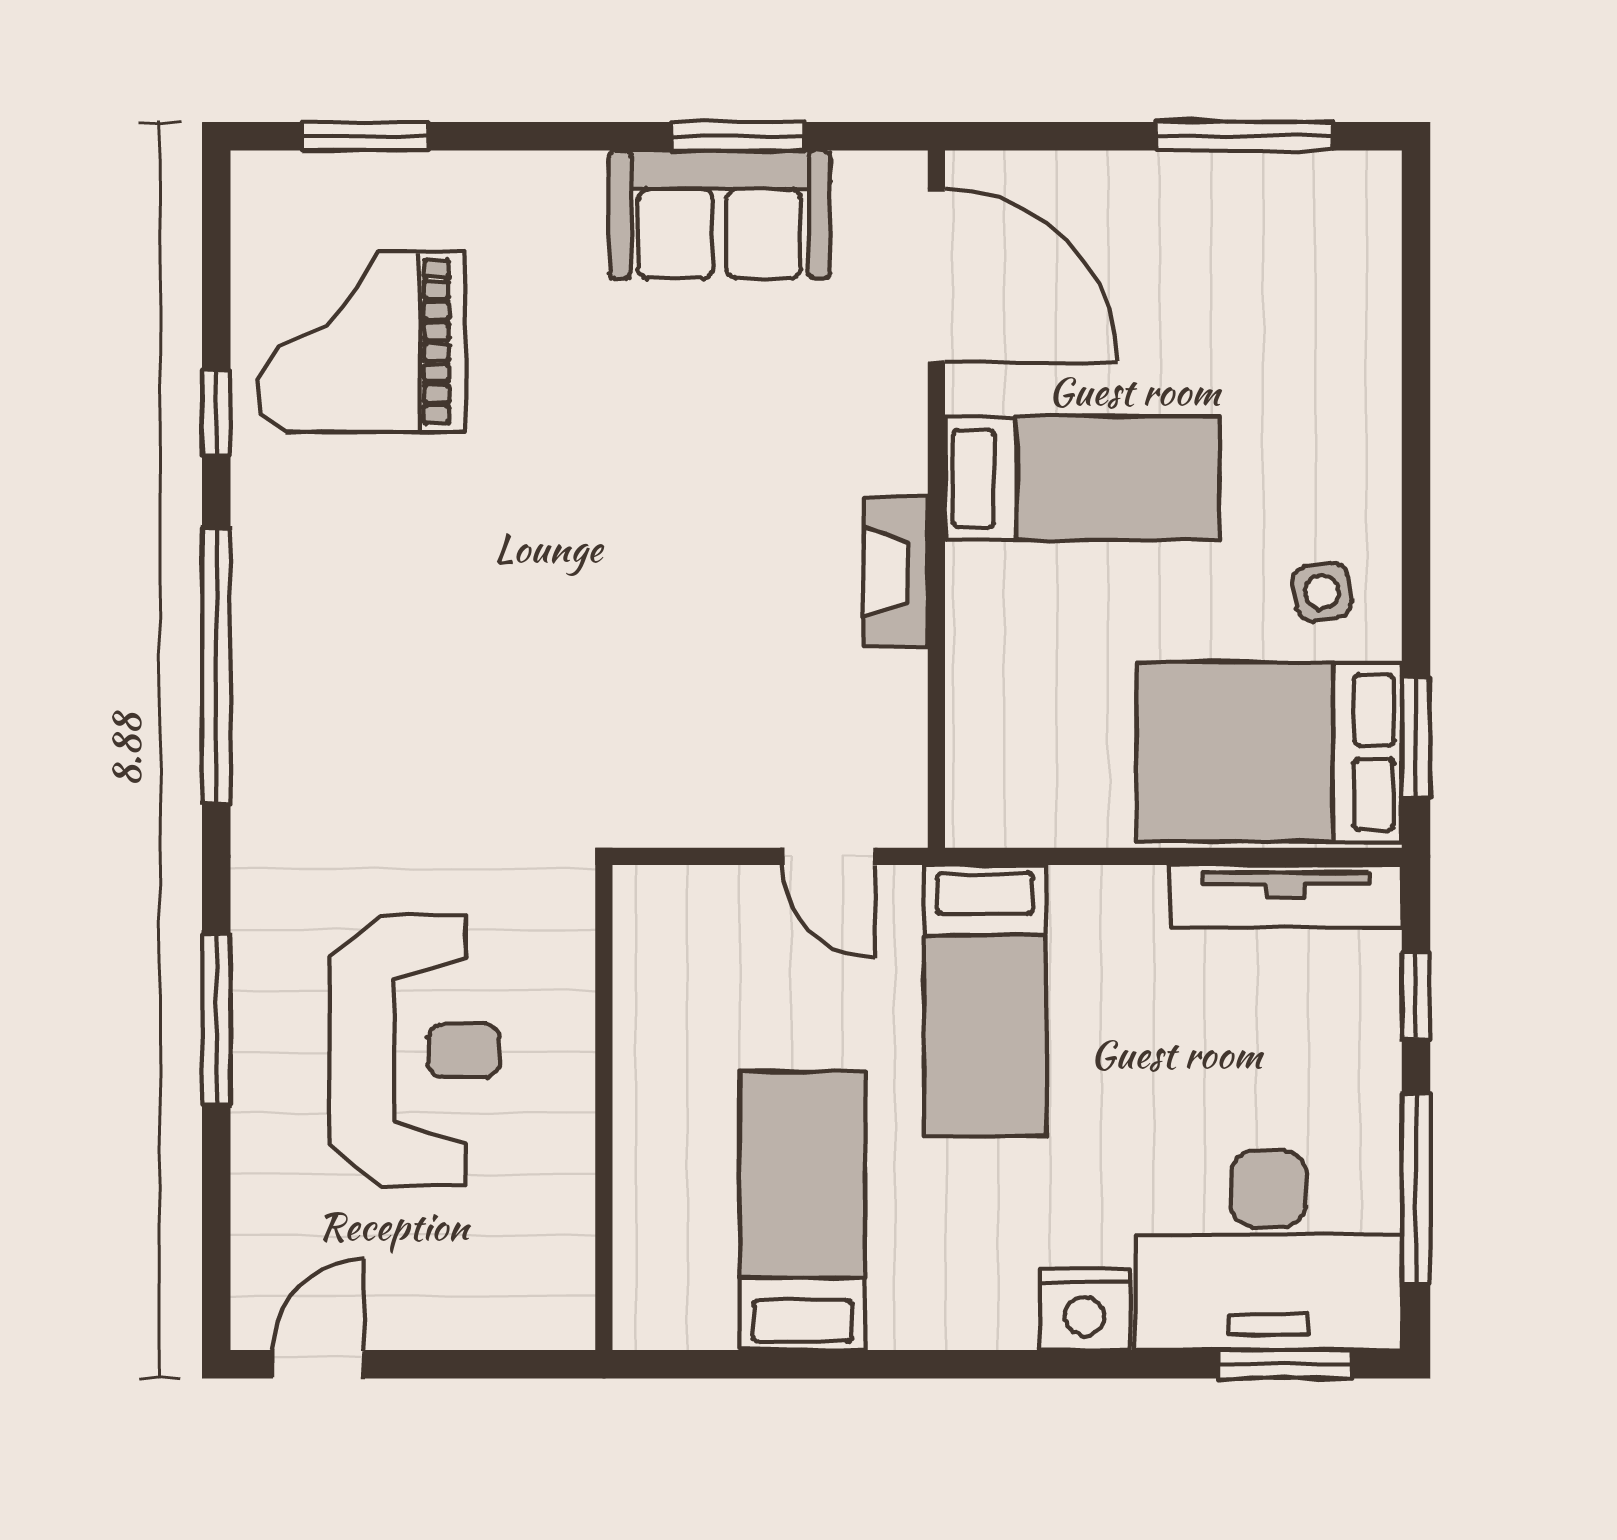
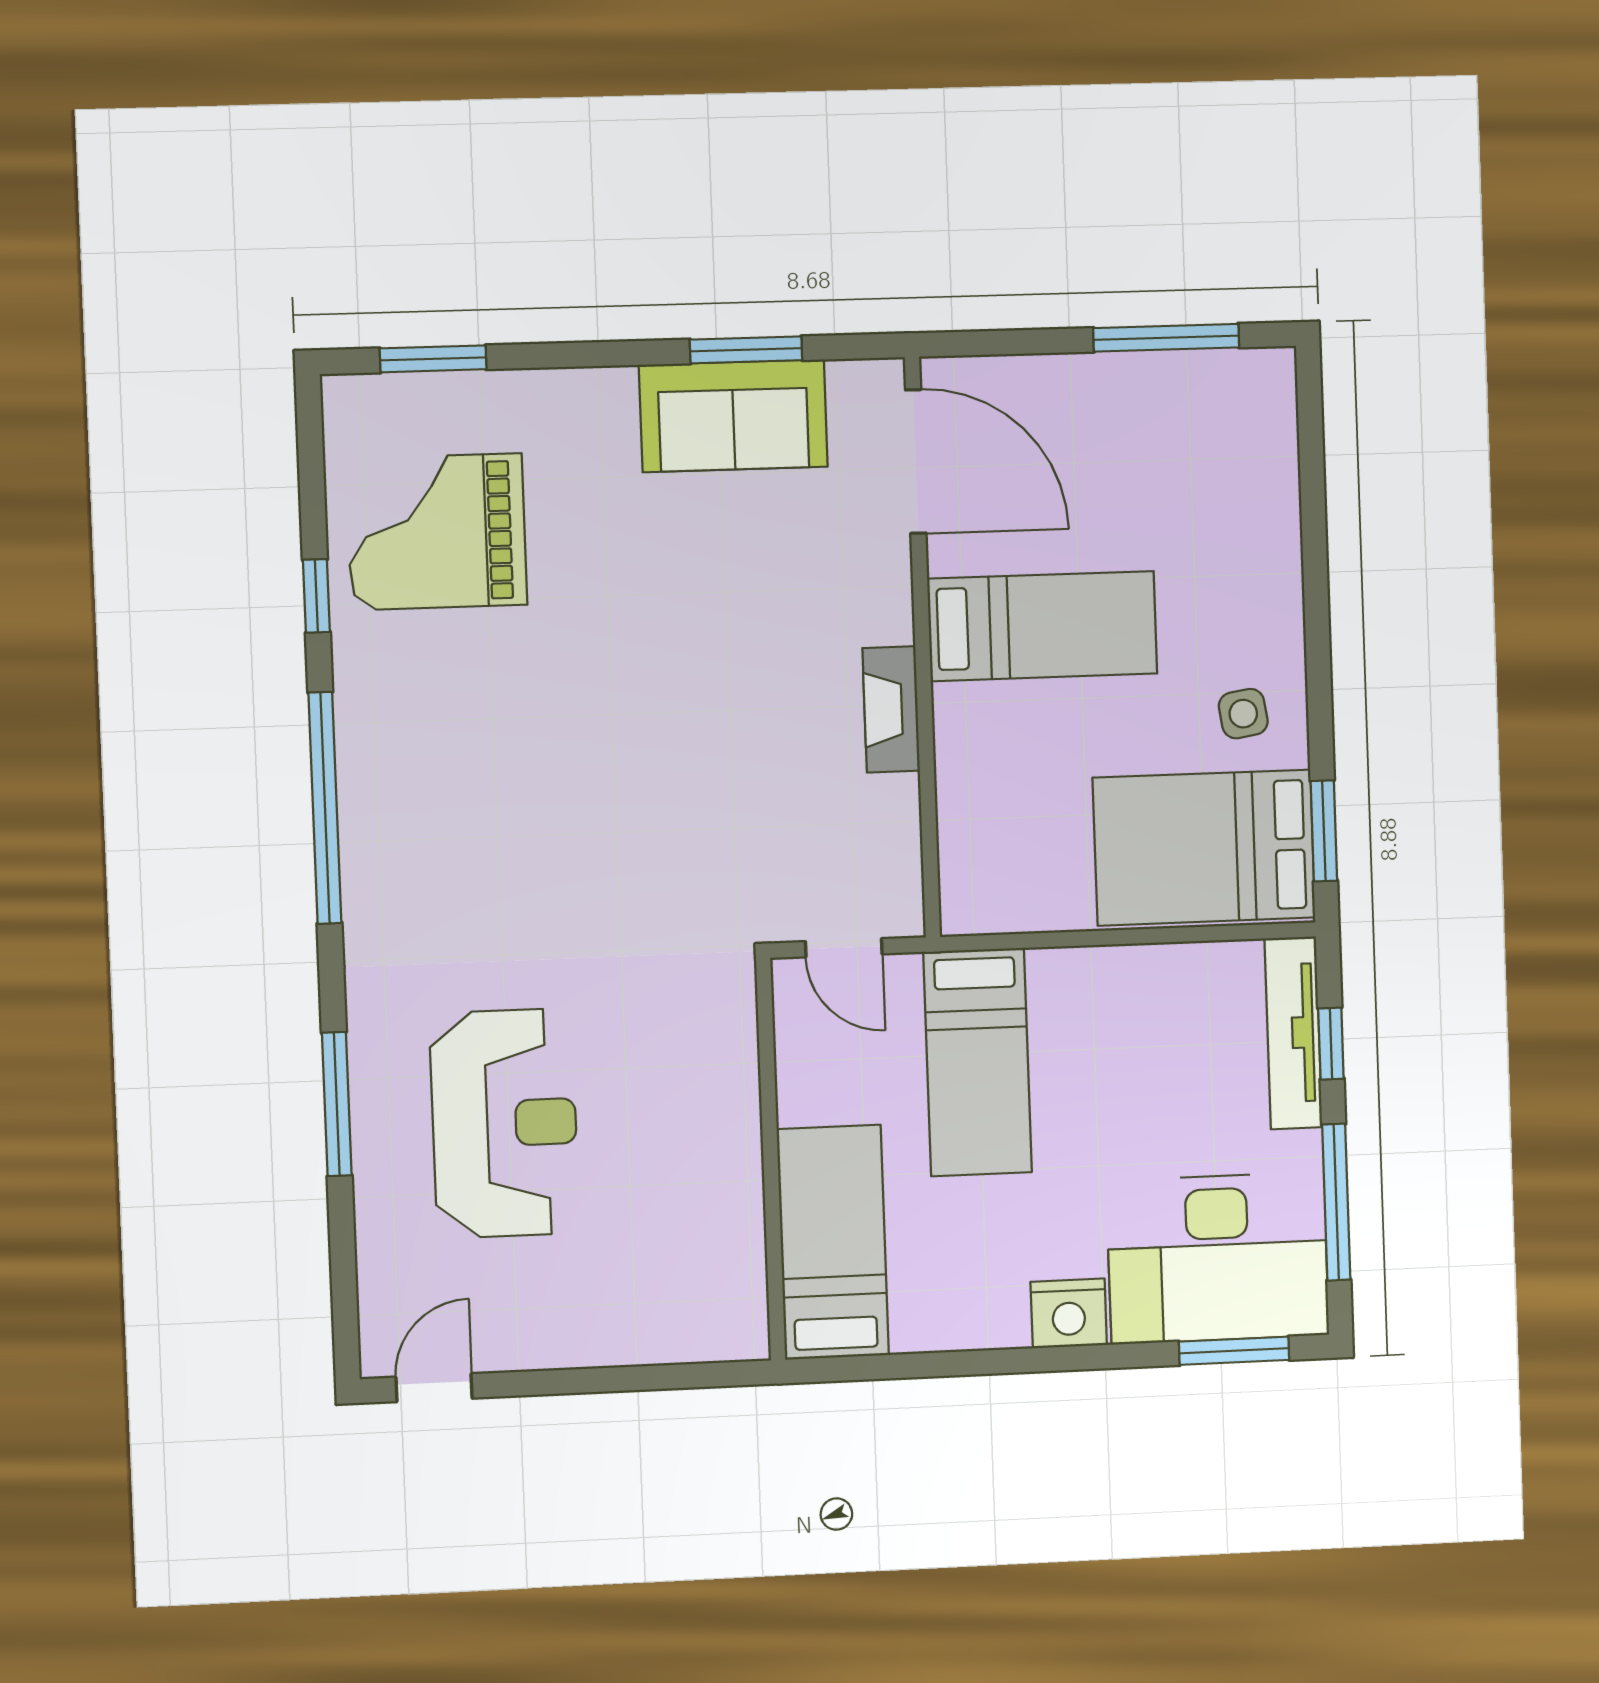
tv unit: (1286, 896) -> (1293, 1033), moved, turned 90
wall: (604, 1107) -> (771, 1159), moved

